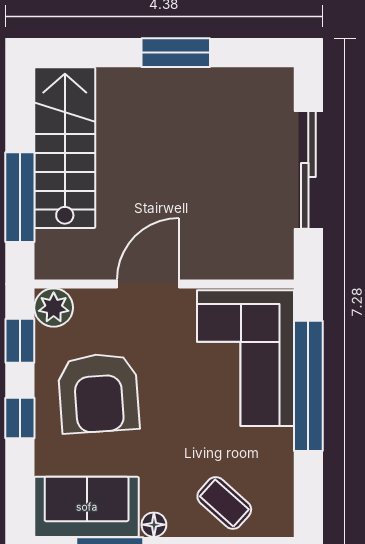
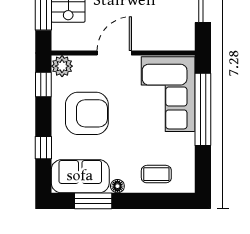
armchair: (99, 393) -> (87, 113), turned -86
window: (20, 418) -> (43, 148), moved
coffee table: (224, 503) -> (156, 174), turned -42

